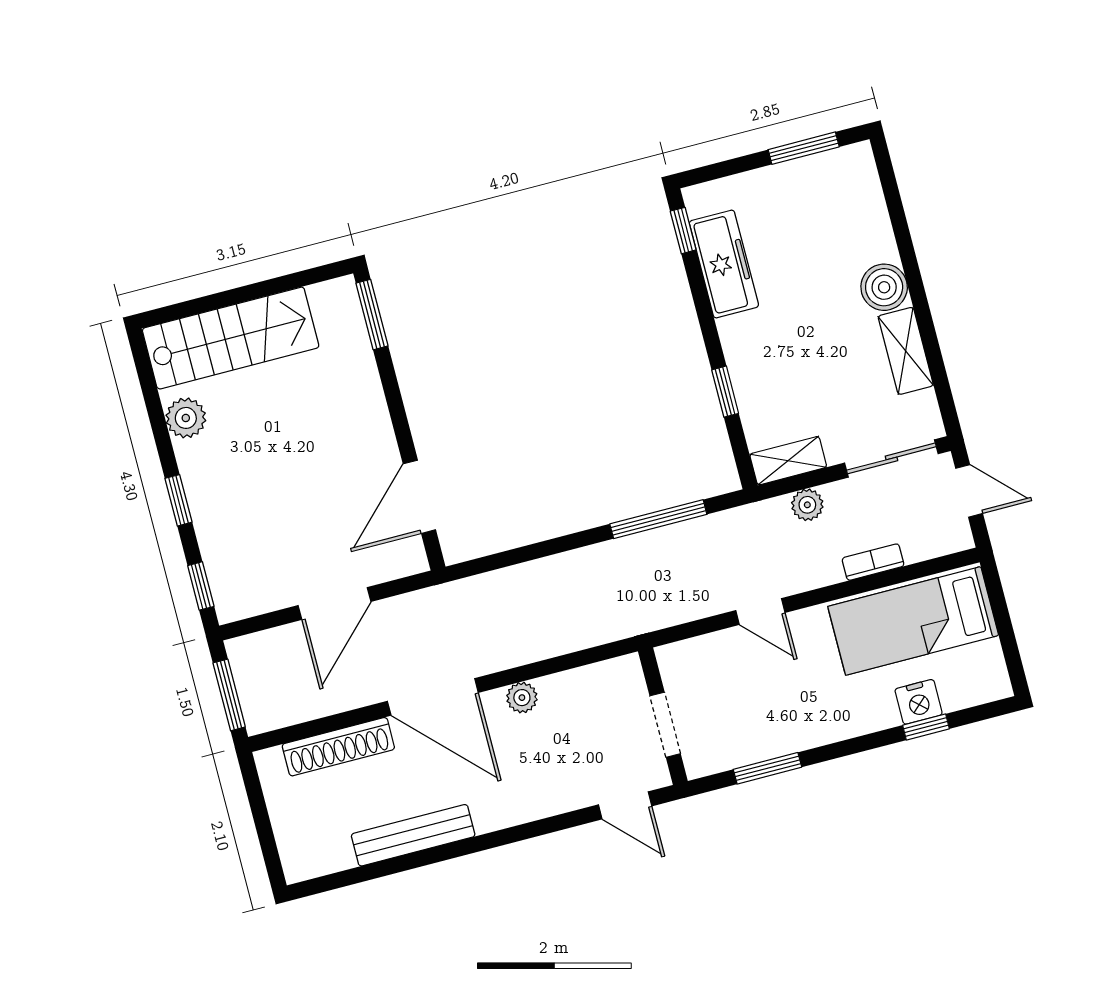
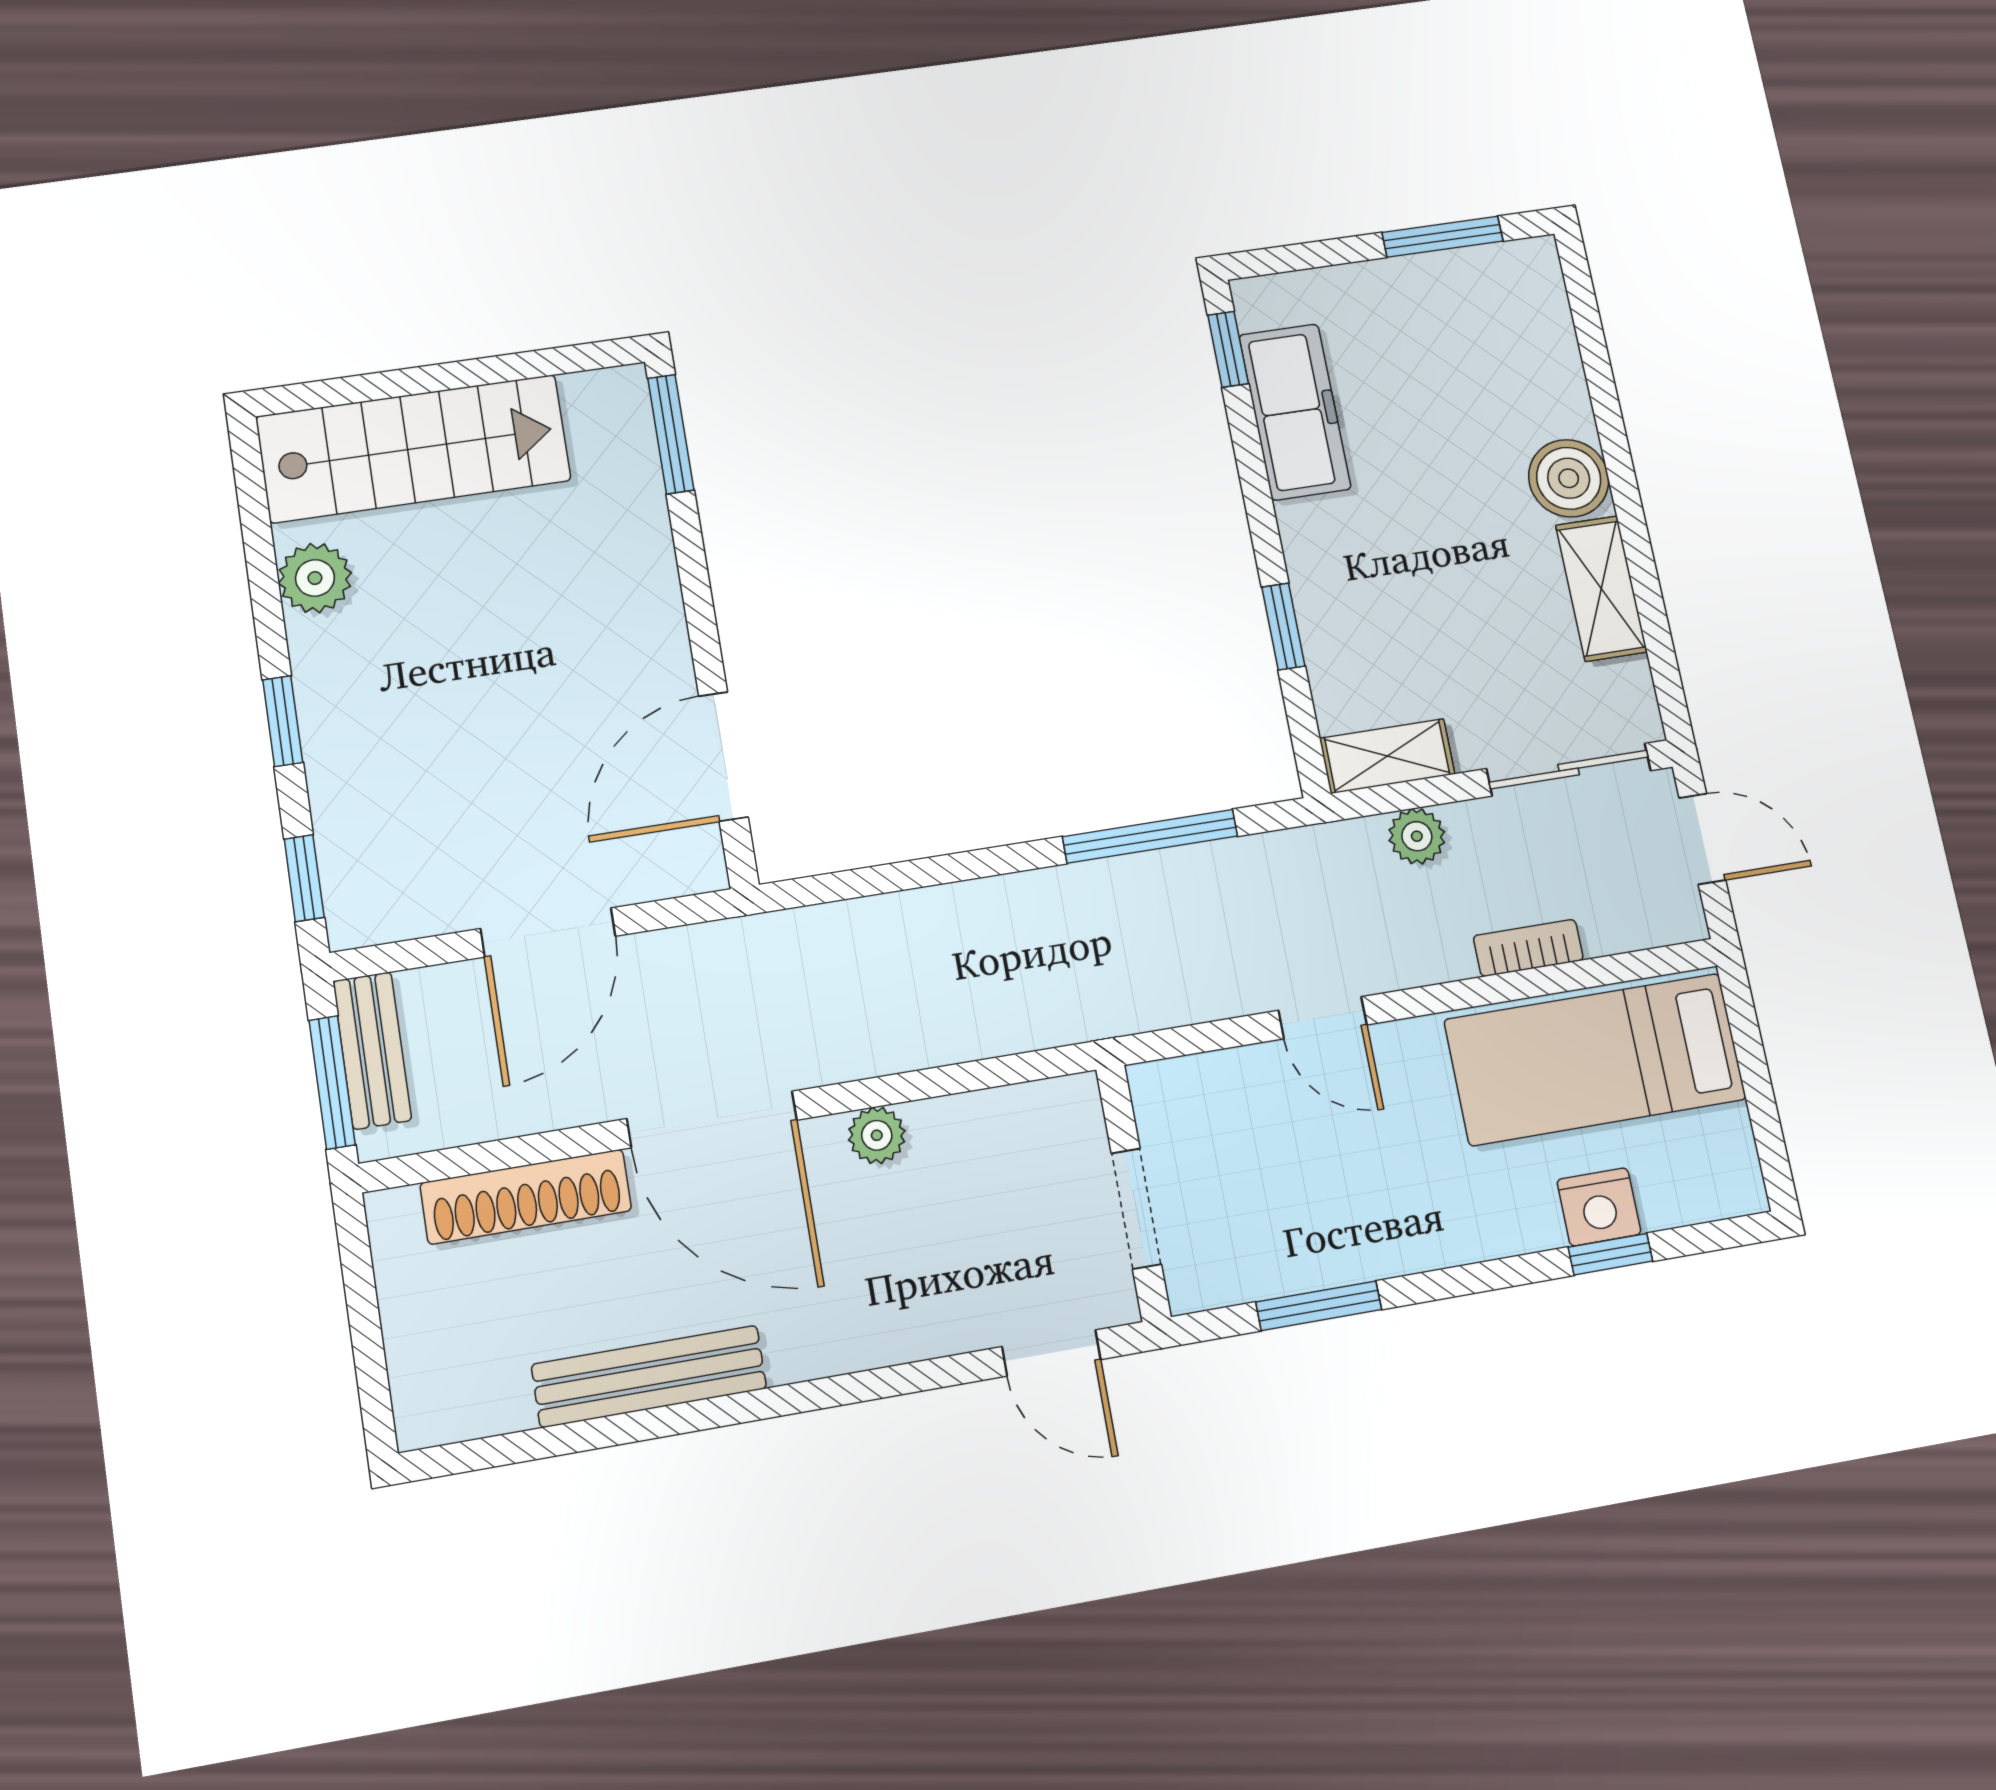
bench: (248, 676) -> (372, 1051), added

